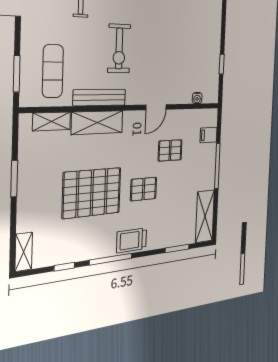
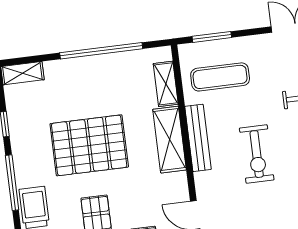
exercise bike: (119, 49) -> (257, 154), turned -90
window: (14, 179) -> (101, 51), width x2.11
pallet: (92, 193) -> (89, 145), turned 90

